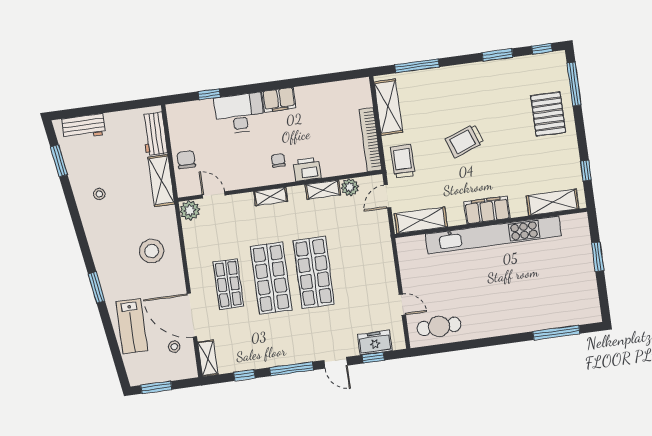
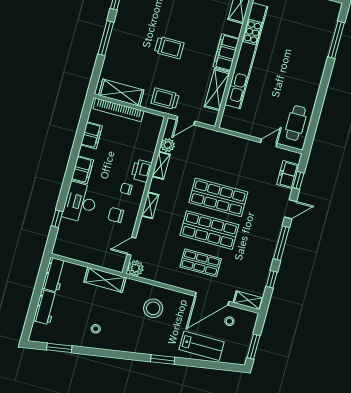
window: (417, 66) -> (106, 38), moved
filing cabinet: (324, 93) -> (91, 135), added
workbench: (84, 127) -> (45, 307), moved
workbench: (154, 134) -> (54, 275), moved, turned -90
bookcase: (370, 140) -> (118, 110), moved
trolley: (465, 141) -> (169, 48), turned -70
chair: (186, 160) -> (116, 215), moved
door: (387, 196) -> (186, 121), hinge flipped
shelving: (421, 220) -> (217, 90), moved

